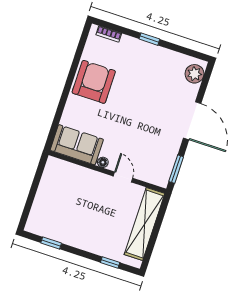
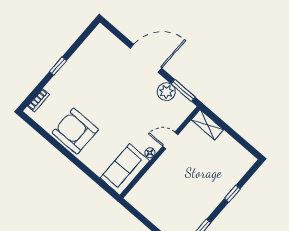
plant: (194, 74) -> (166, 92), moved
shelving: (144, 224) -> (207, 125), width x0.45, depth x0.75
window: (110, 262) -> (232, 194), moved

